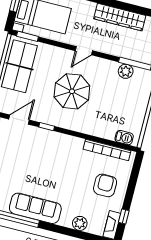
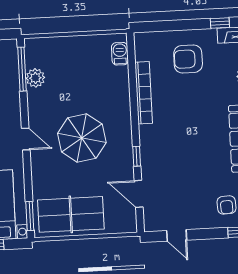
bookcase: (107, 150) -> (144, 93), moved

